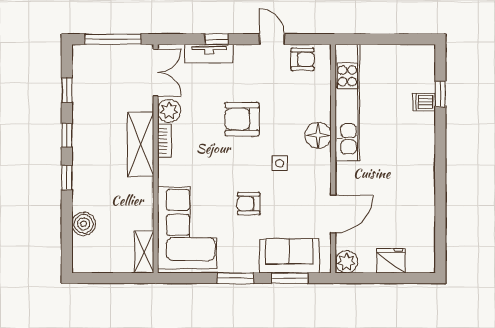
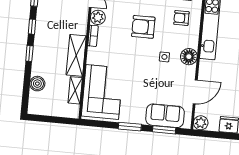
floor lamp: (318, 135) -> (189, 57), moved
shelving: (141, 144) -> (76, 55), moved
armchair: (249, 204) -> (181, 18), moved
shelving: (144, 252) -> (75, 90), moved

